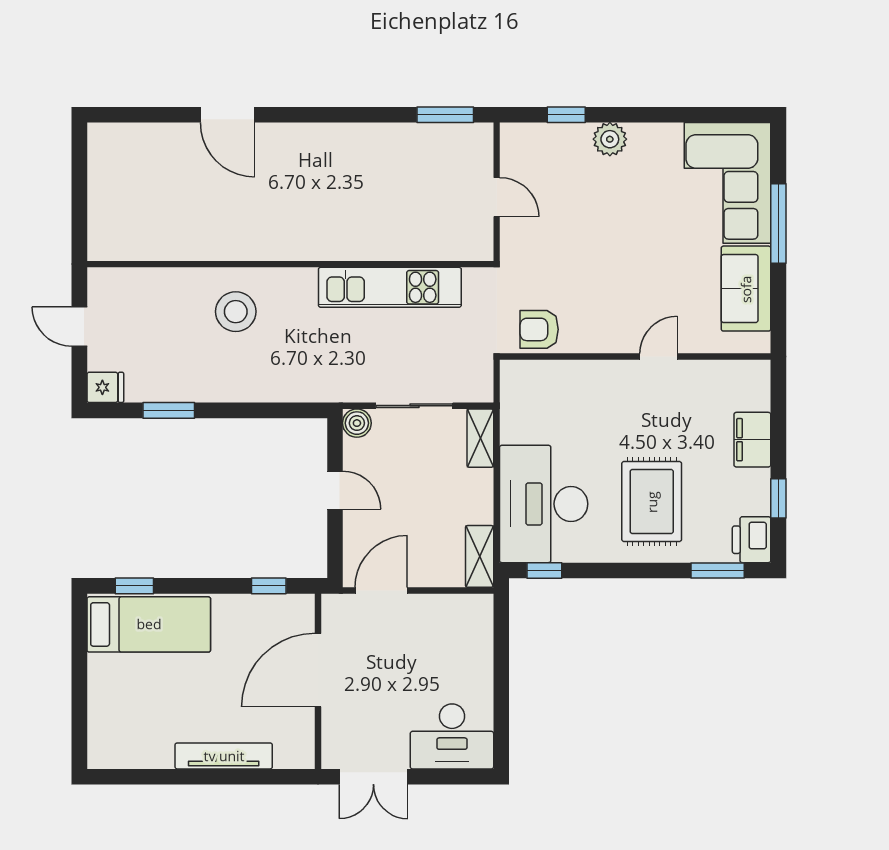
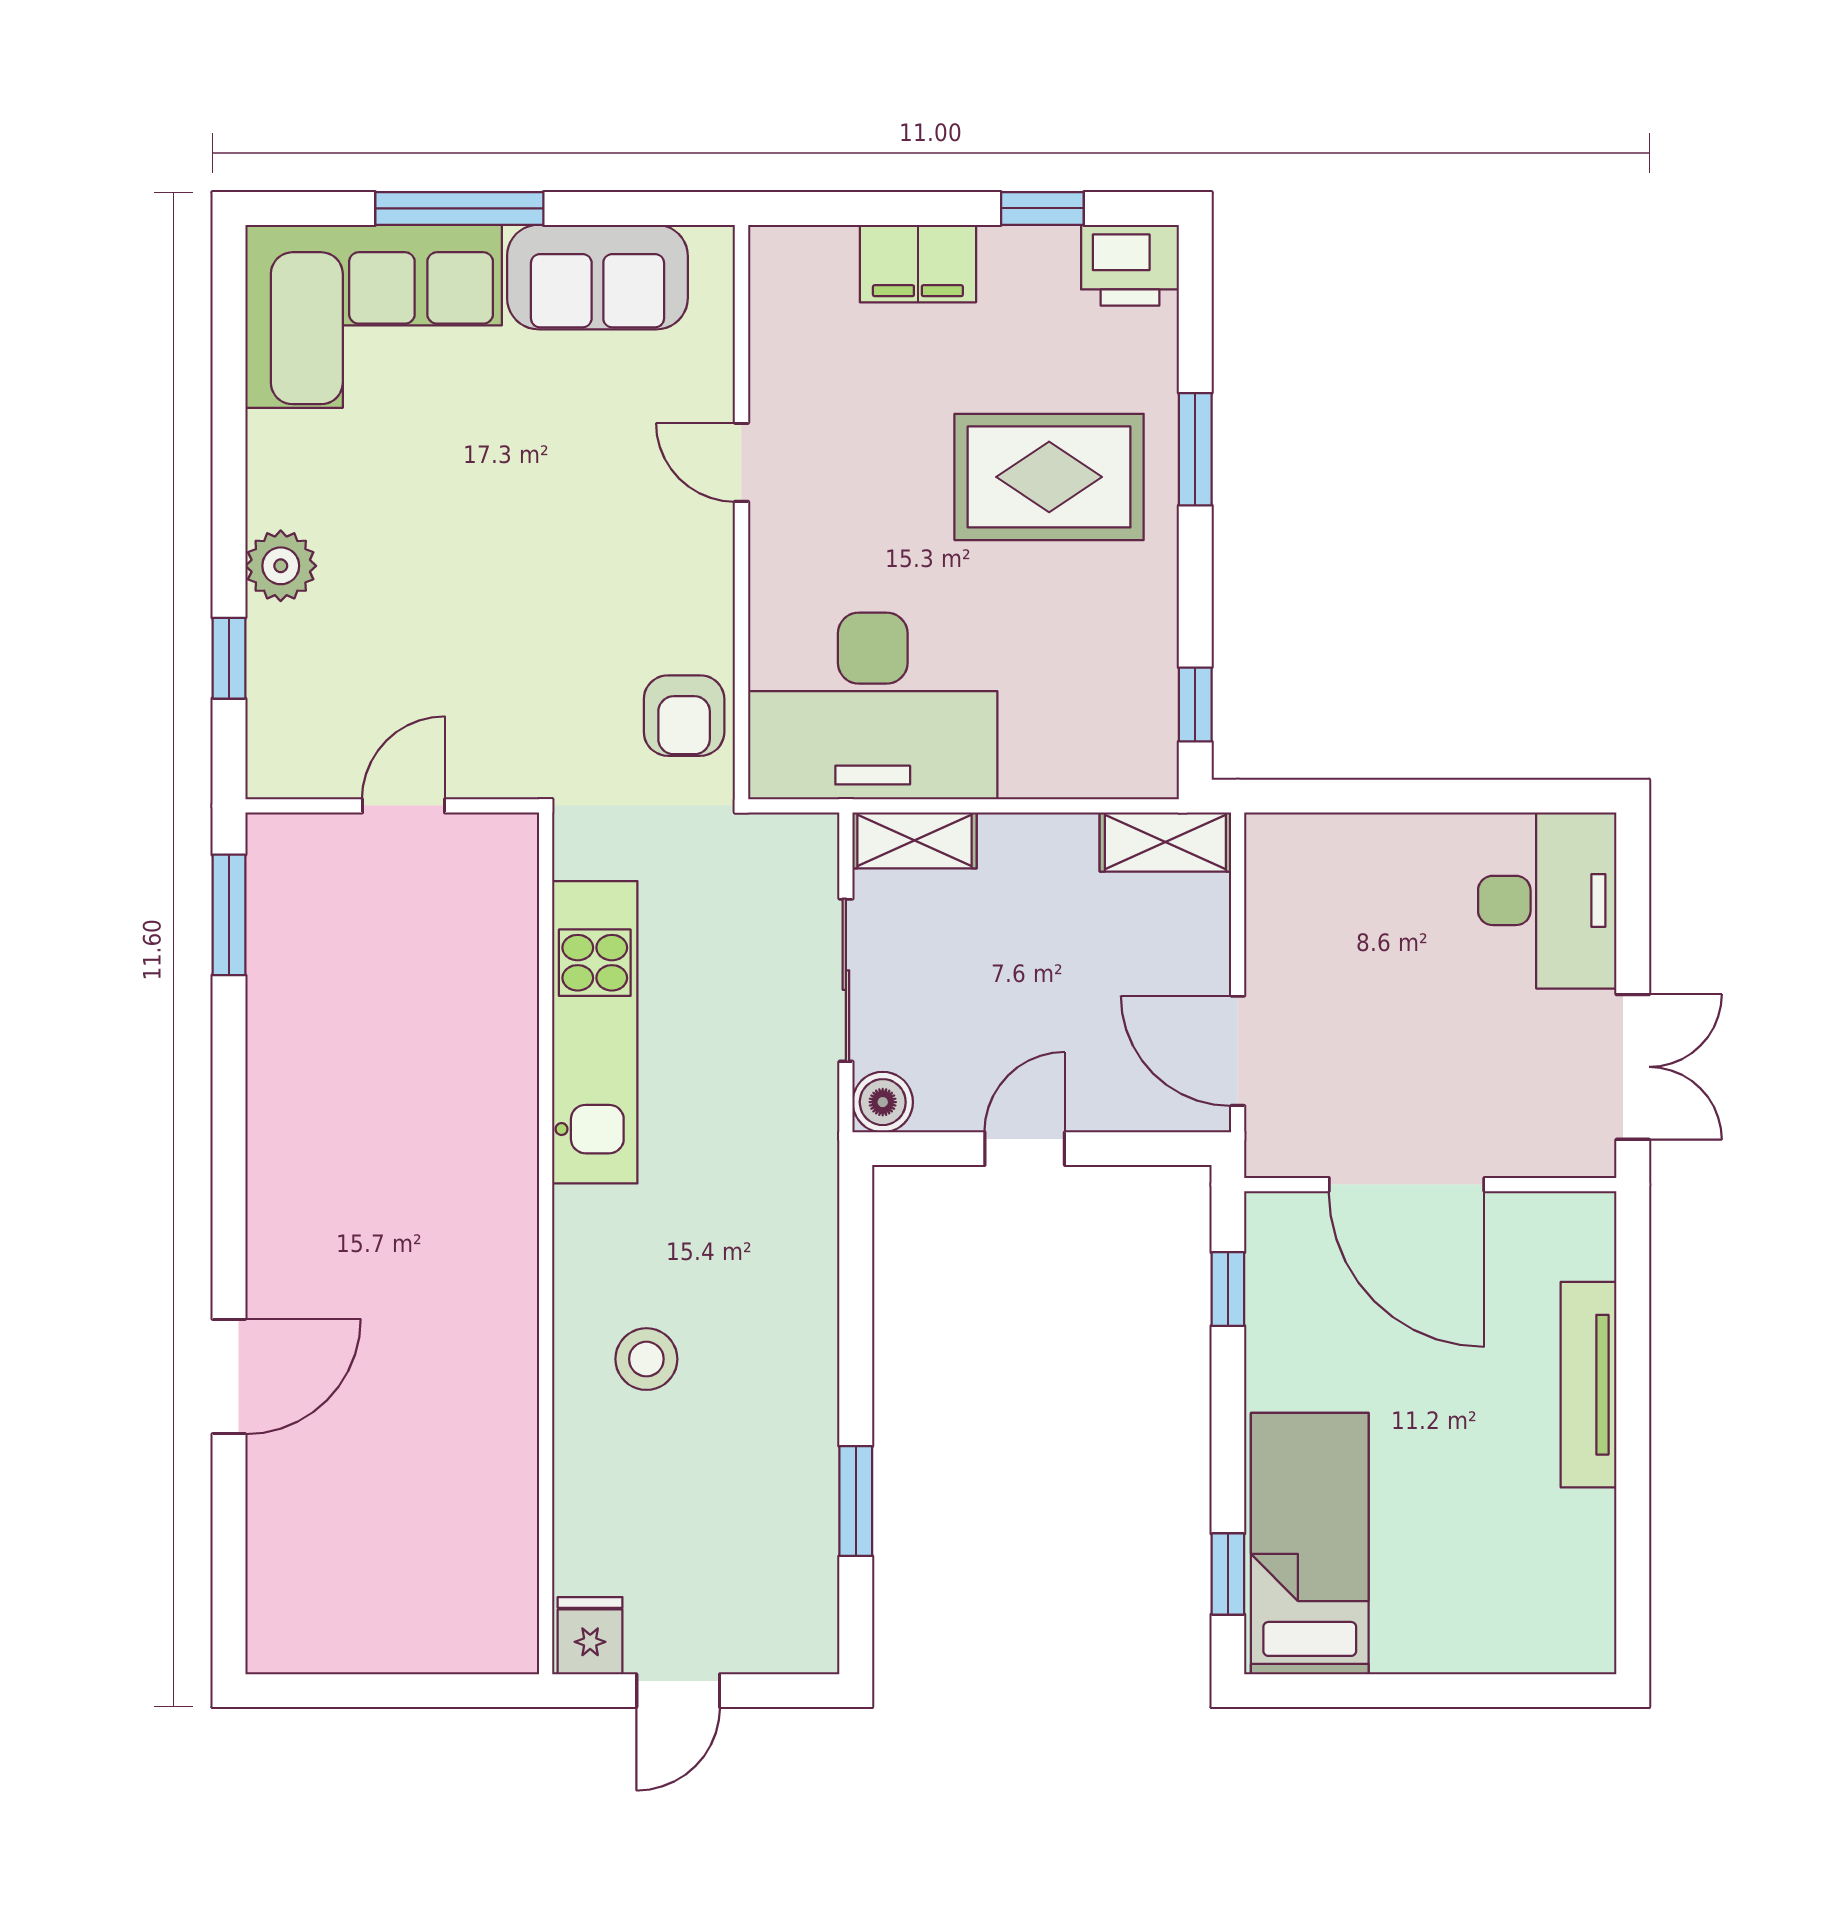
stool: (236, 312) -> (646, 1359), width x0.73, depth x0.73
fridge: (105, 387) -> (590, 1636), moved
desk: (544, 504) -> (873, 706), moved
window: (718, 570) -> (1195, 449), moved

